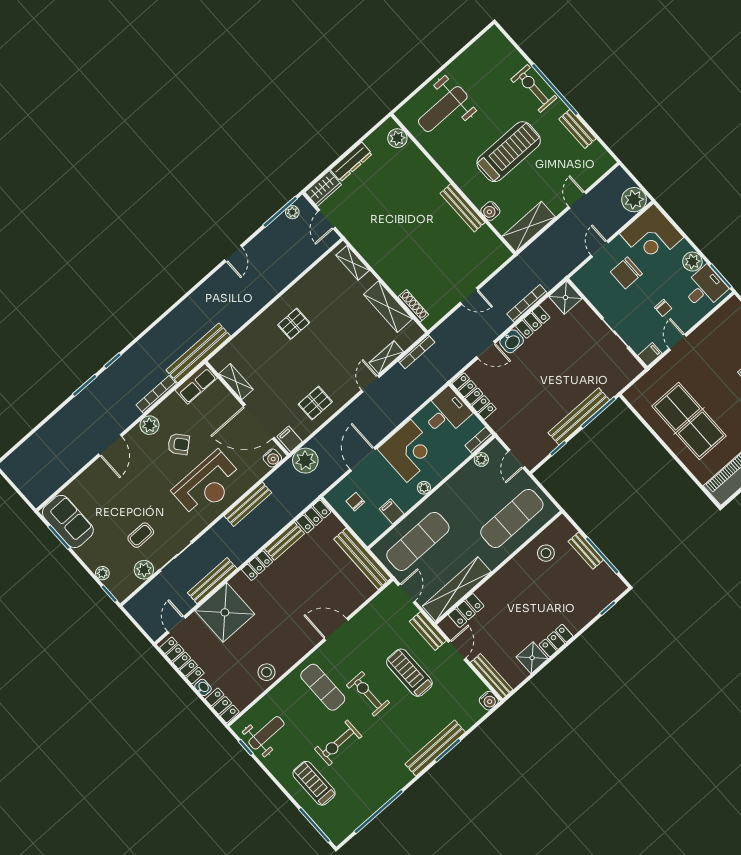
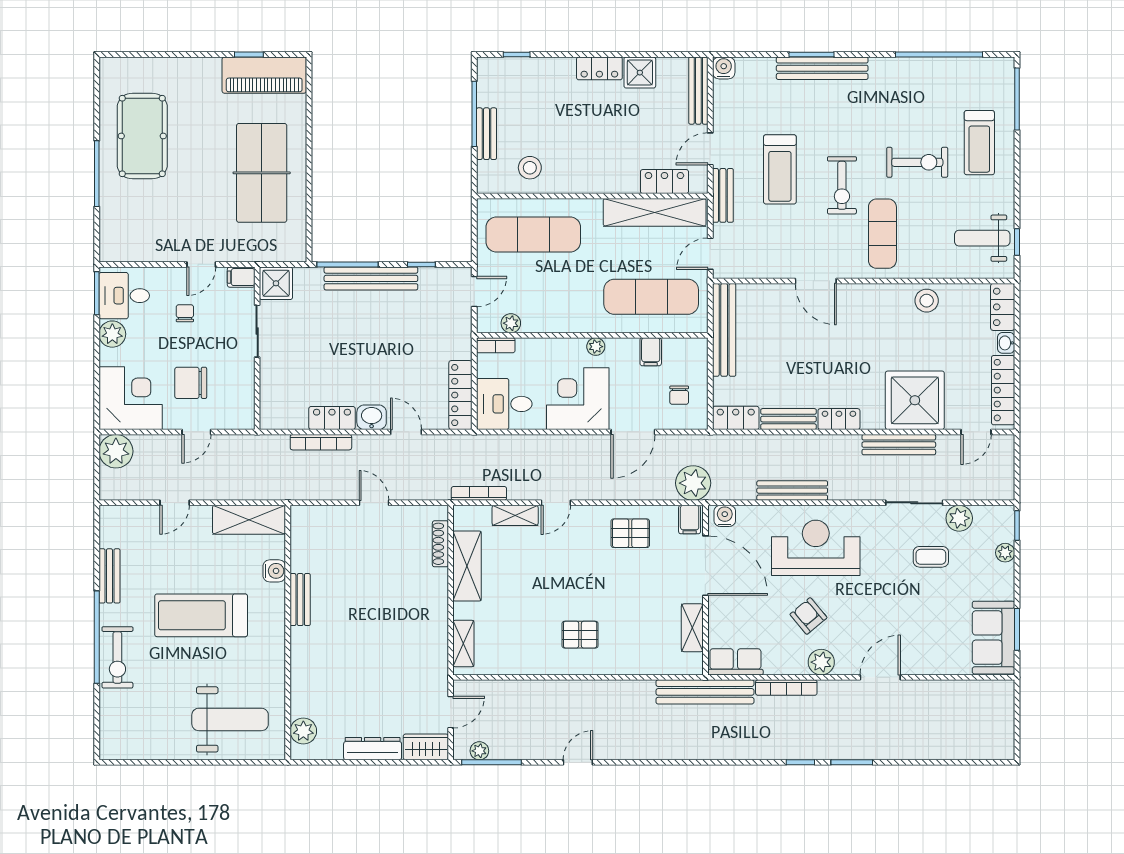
bench: (462, 208) -> (300, 600), width x0.73
chair: (626, 273) -> (191, 383), turned 180
shower: (565, 297) -> (276, 283), moved

